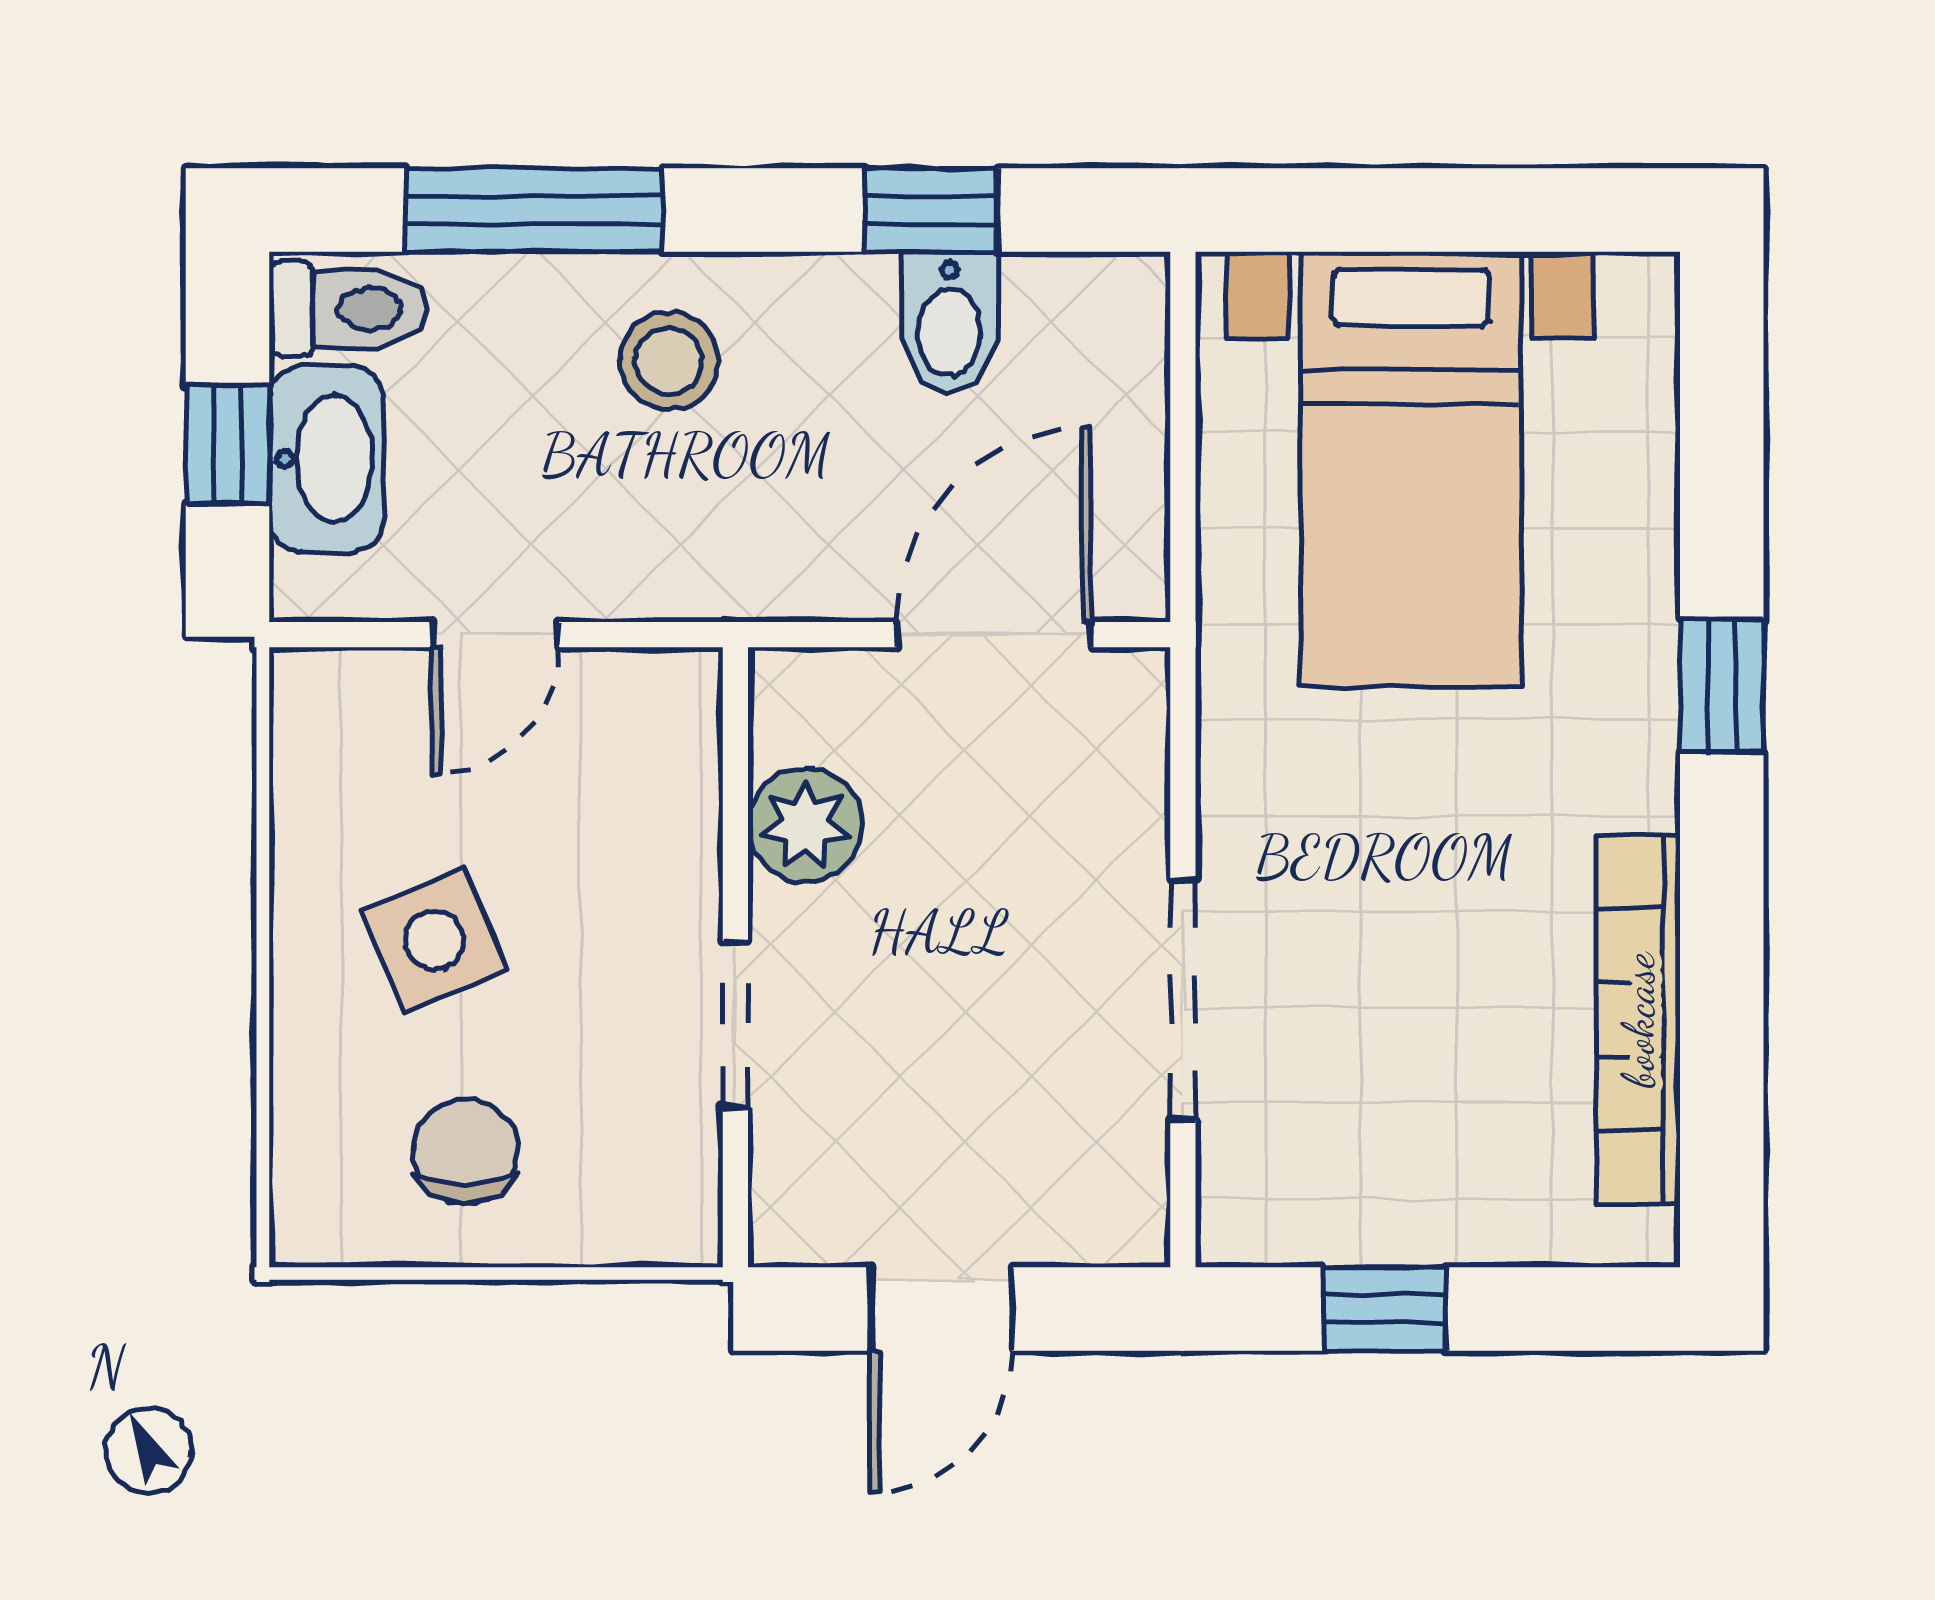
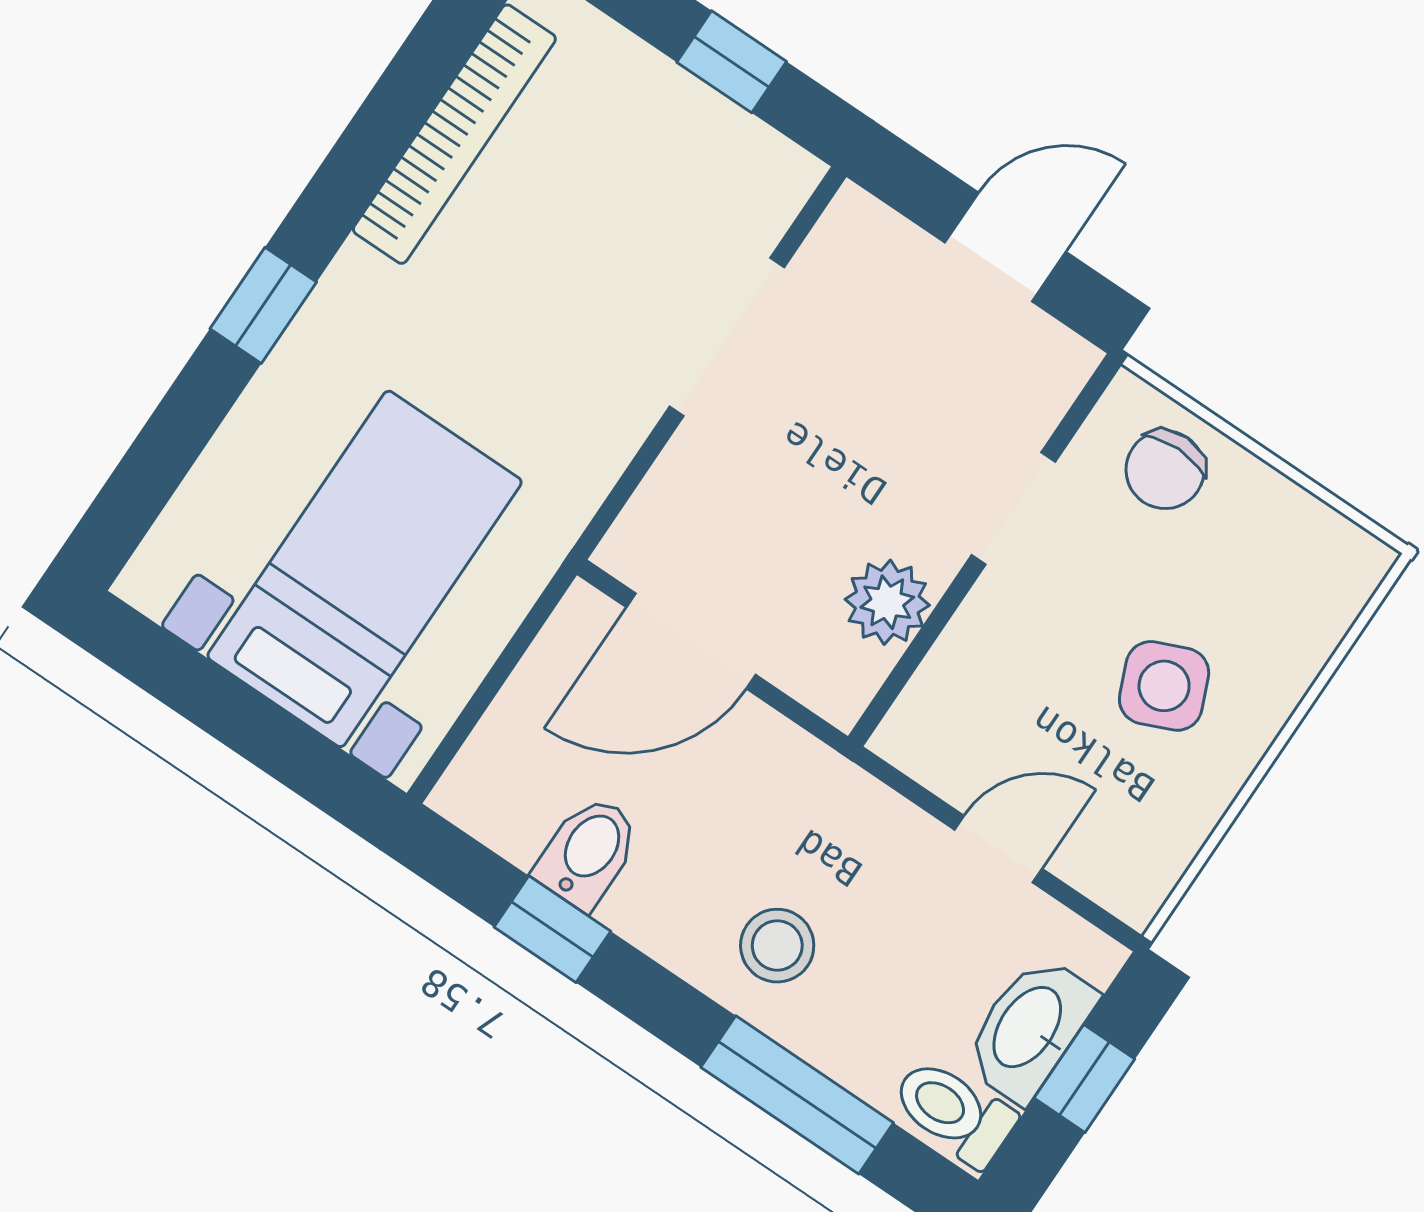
chair: (465, 1151) -> (1165, 470), moved

